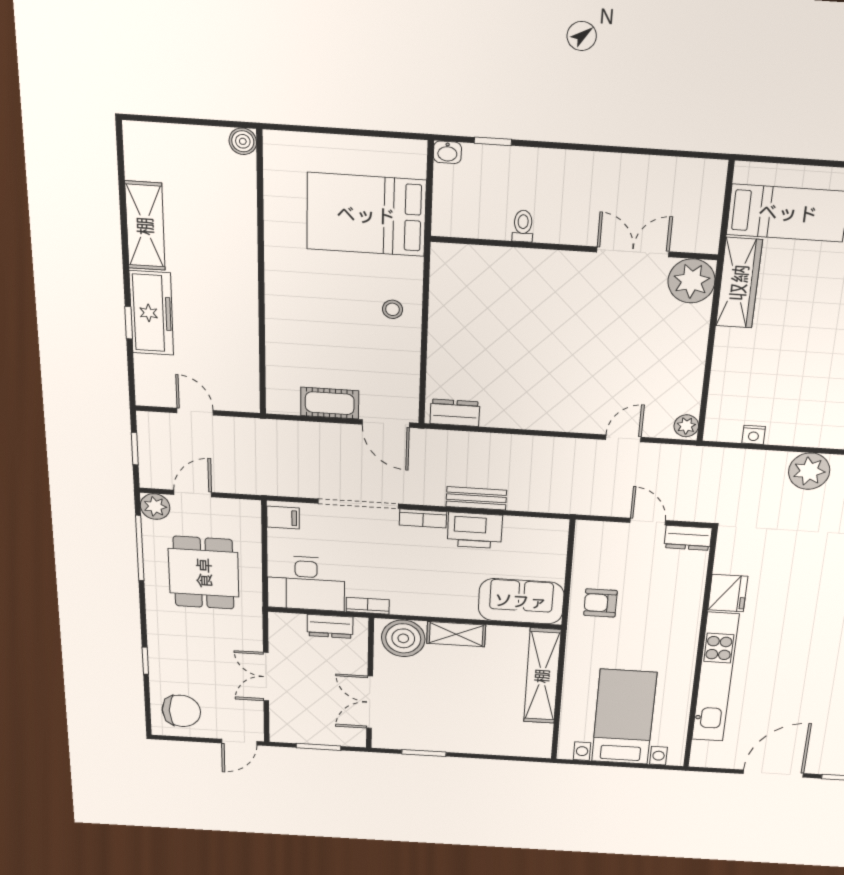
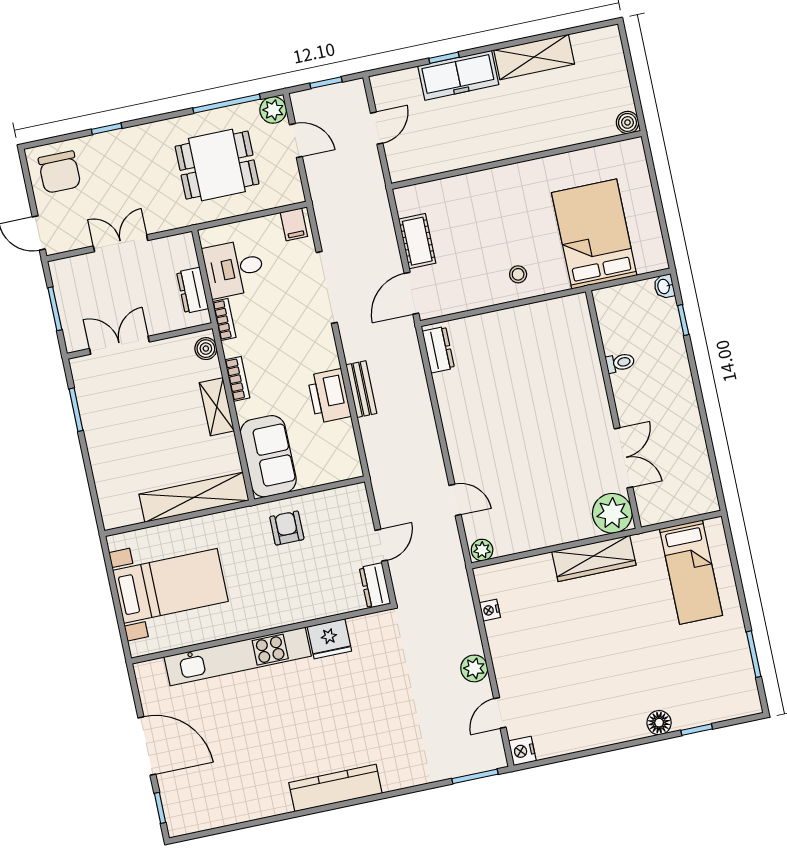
wardrobe: (739, 283) -> (594, 558), moved
plant: (809, 471) -> (474, 668), width x0.73, depth x0.73
bookcase: (423, 518) -> (237, 379), moved, turned 180
desk: (306, 583) -> (234, 268), width x0.73
boiler: (403, 638) -> (206, 349), width x0.54, depth x0.54

